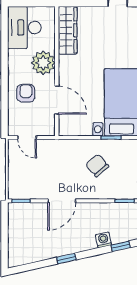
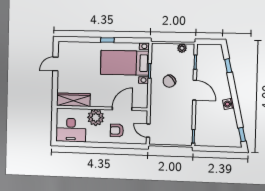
door: (27, 138) -> (148, 131), swing flipped
door: (62, 201) -> (195, 90), moved
washing machine: (103, 240) -> (228, 104), moved
window: (66, 259) -> (242, 135), moved

